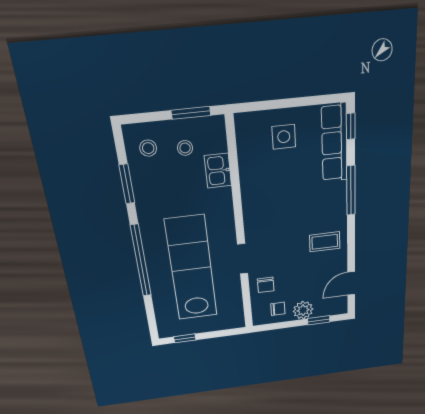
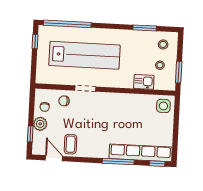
side table: (284, 137) -> (163, 106), moved
row of seats: (334, 143) -> (141, 153), width x1.36
coffee table: (325, 242) -> (71, 144), moved
window: (141, 261) -> (67, 24), moved

